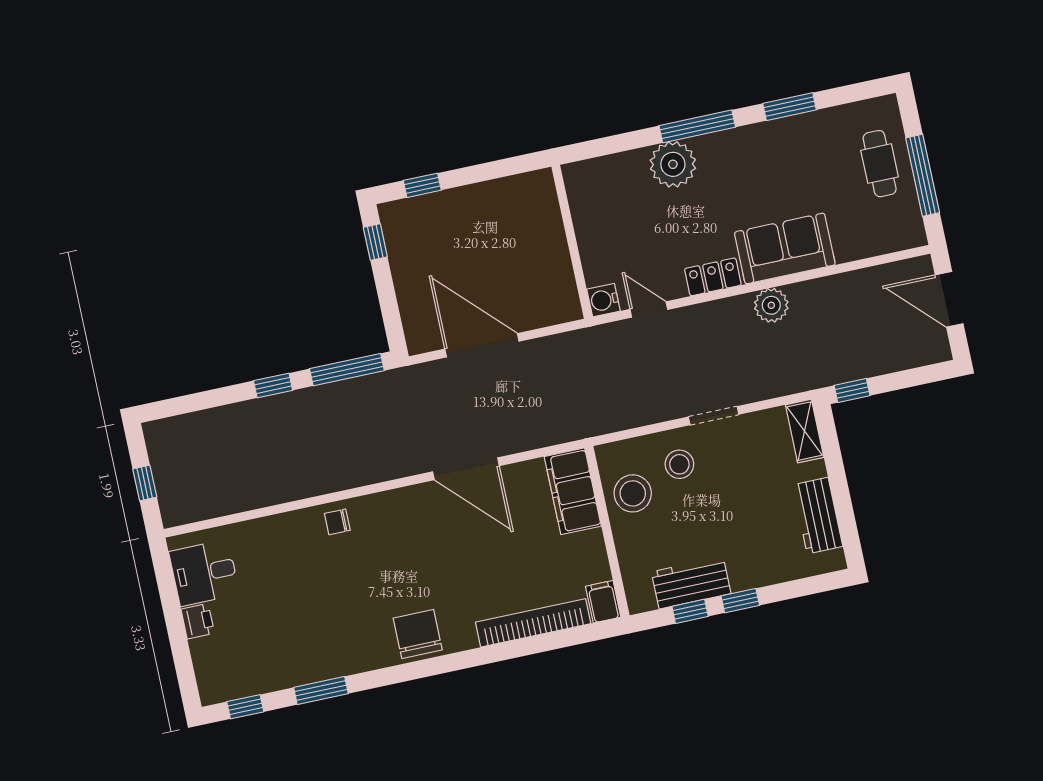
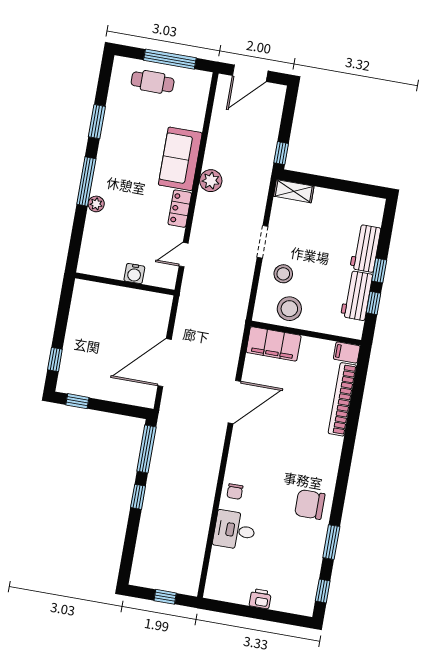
plant: (673, 164) -> (96, 204), width x0.53, depth x0.53
water cooler: (603, 300) -> (134, 274), moved
workbench: (818, 516) -> (365, 248), moved, turned 90
desk: (204, 573) -> (234, 530), moved, turned 90
chair: (418, 634) -> (310, 504), moved

